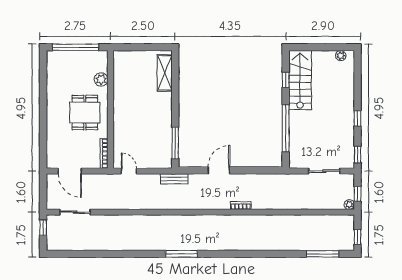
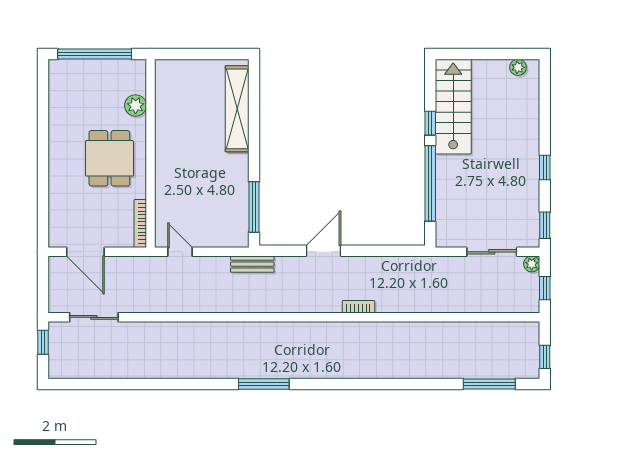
shelving: (165, 73) -> (237, 109), width x1.47
window: (286, 80) -> (430, 123), moved
plant: (349, 205) -> (532, 264), moved

